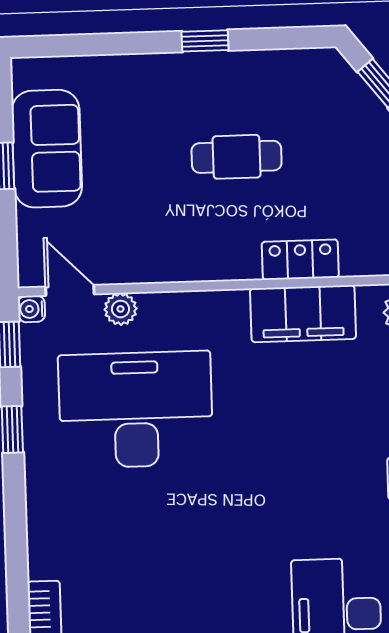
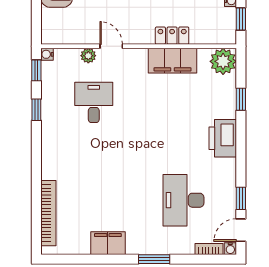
door: (70, 290) -> (111, 46), moved
desk: (136, 410) -> (94, 102), width x0.53, depth x0.77

